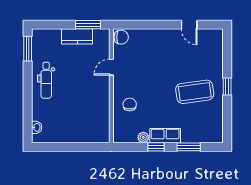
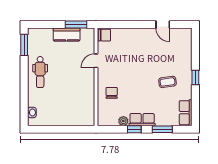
coffee table: (195, 92) -> (167, 82), width x0.54, depth x0.58
row of seats: (216, 128) -> (186, 113), added

